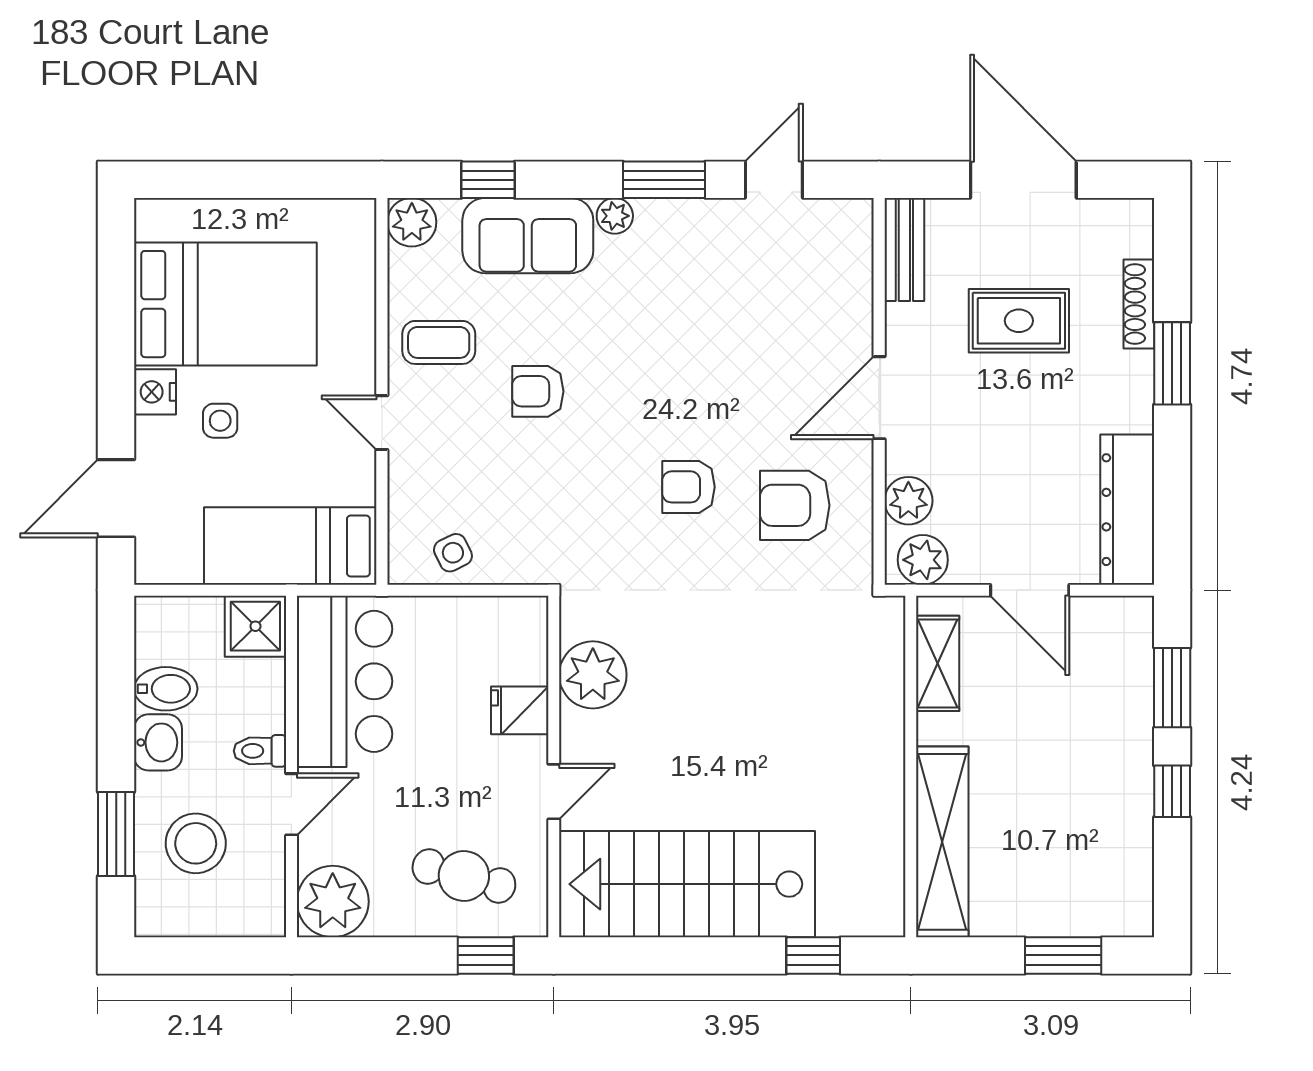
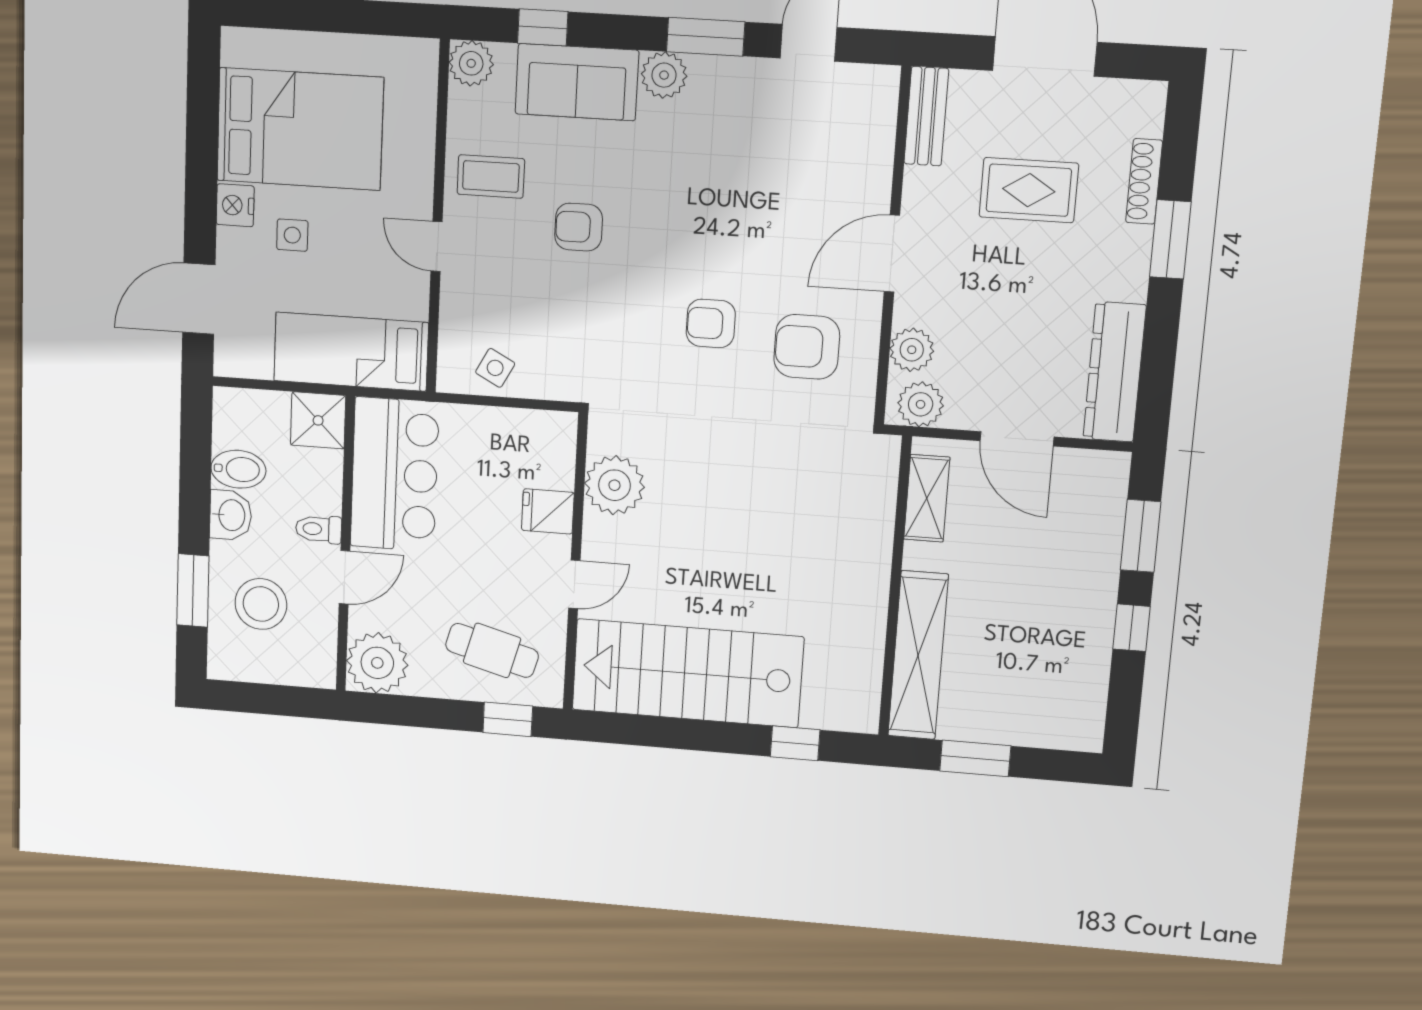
plant: (615, 216) -> (664, 75), width x1.38, depth x1.38
side table: (453, 553) -> (495, 368), turned -36
window: (1063, 955) -> (975, 758), moved

